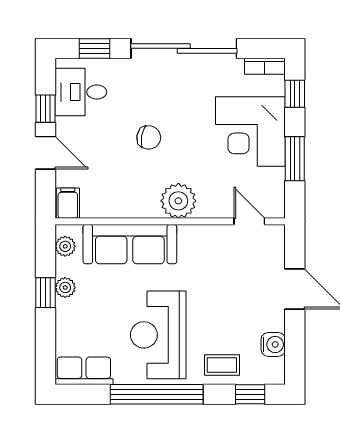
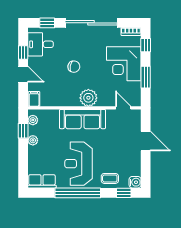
sofa: (130, 244) -> (83, 119), moved
window: (45, 293) -> (23, 131), moved
water cooler: (273, 344) -> (135, 182), moved

